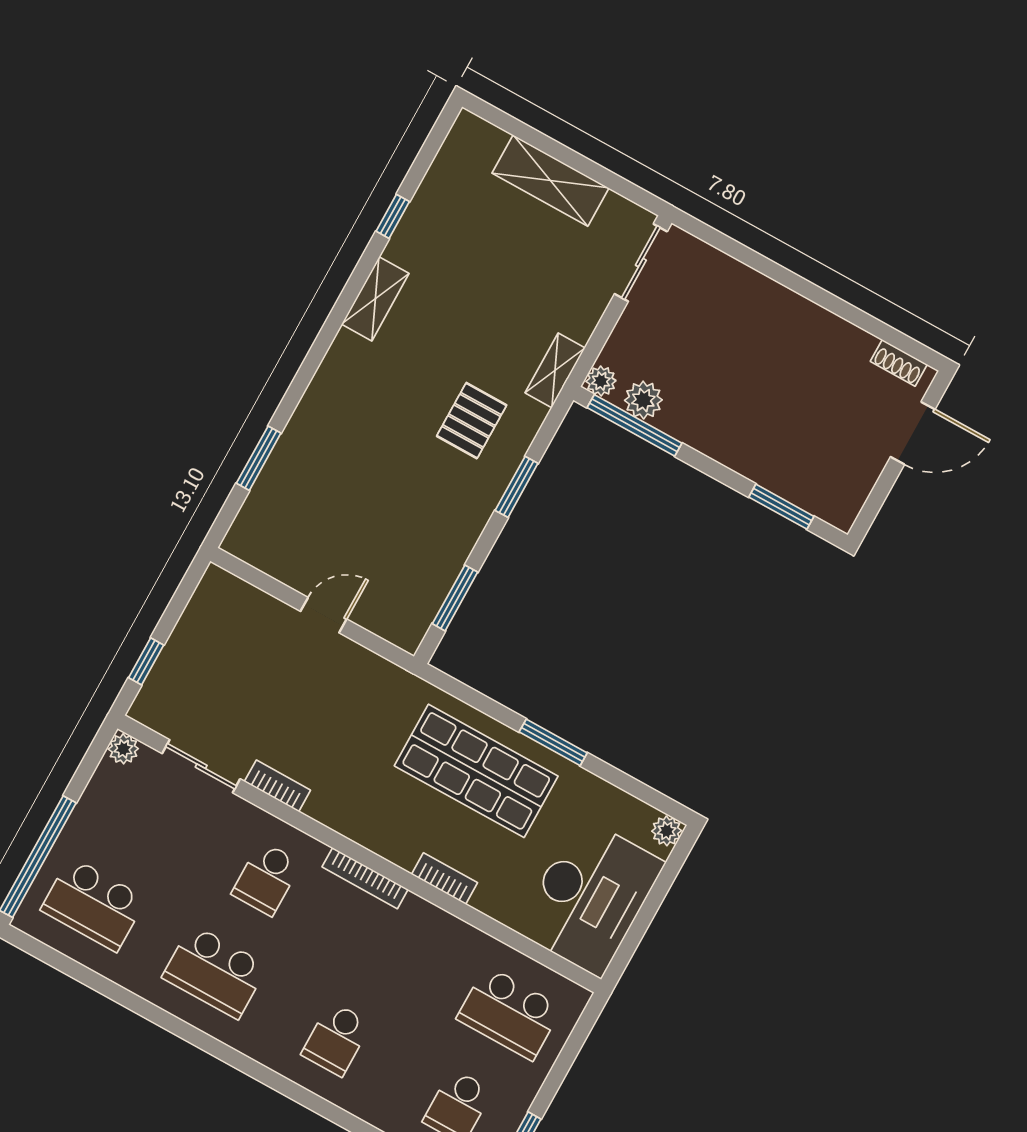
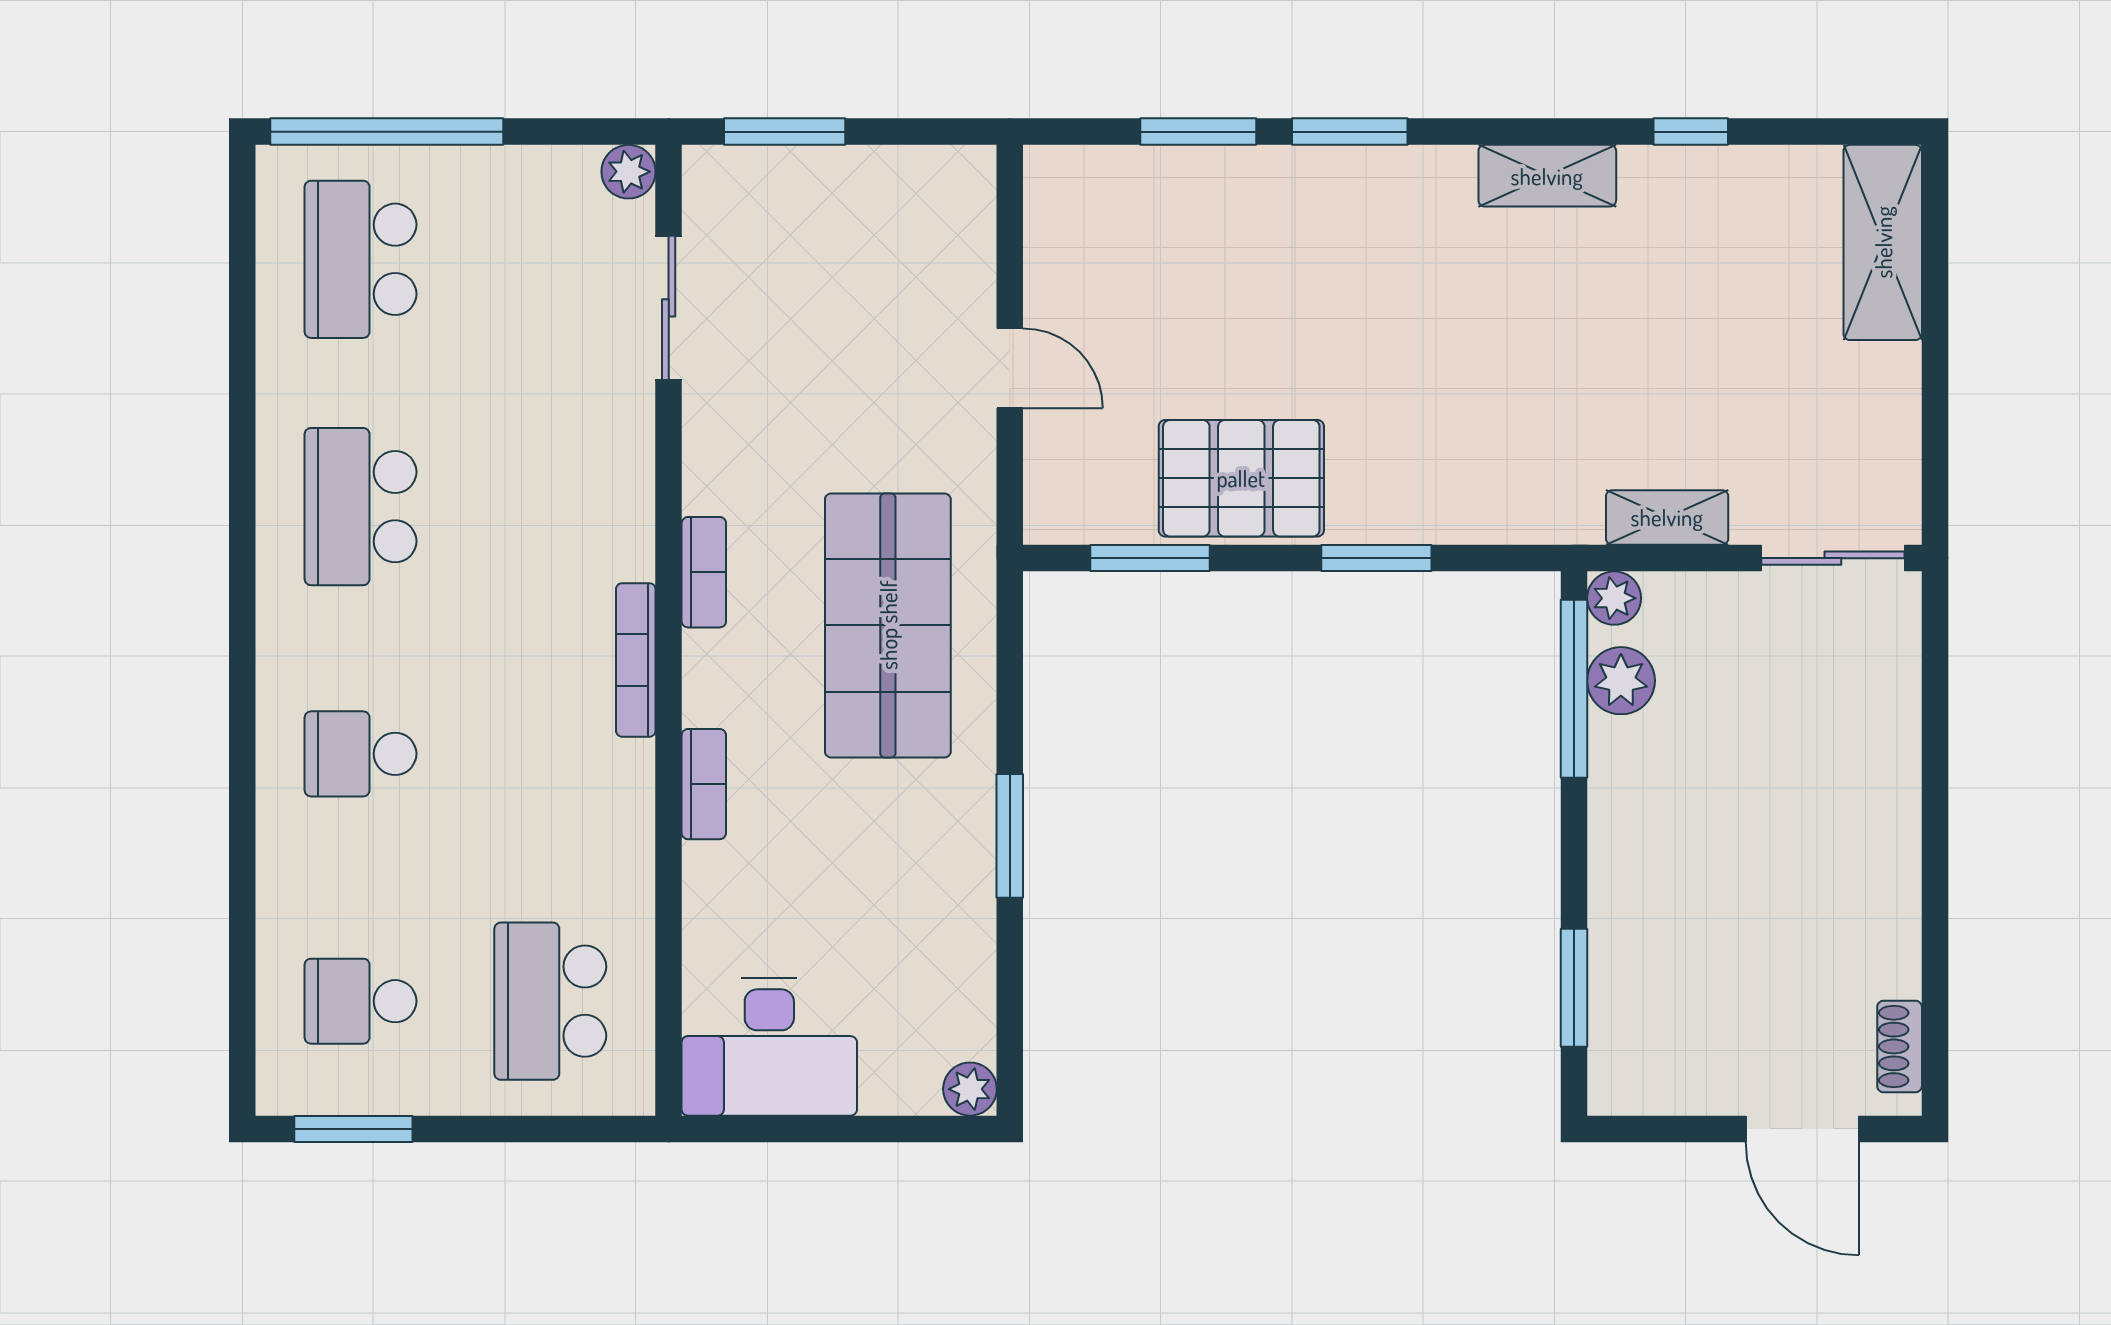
shelving: (550, 181) -> (1883, 242), moved
shelving: (555, 370) -> (1667, 517), moved
window: (300, 384) -> (1350, 132), added
pallet: (472, 421) -> (1241, 478), moved, width x1.50, depth x1.42
window: (146, 661) -> (785, 132), width x1.50
shop shelf: (476, 771) -> (888, 625), moved
bookcase: (277, 786) -> (704, 572), moved
school desk: (266, 878) -> (550, 507), removed
desk: (590, 897) -> (769, 1047), width x0.73, depth x0.77

